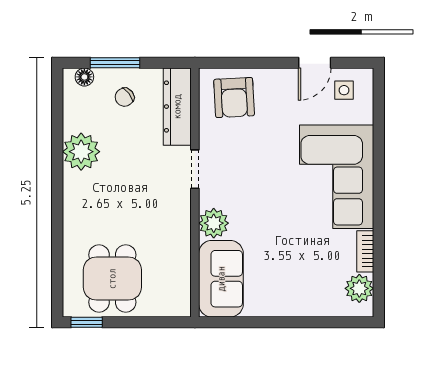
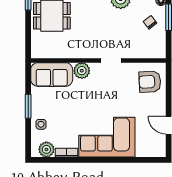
side table: (344, 90) -> (41, 124), moved
dresser: (177, 107) -> (145, 51), removed
window: (279, 322) -> (28, 106), added

